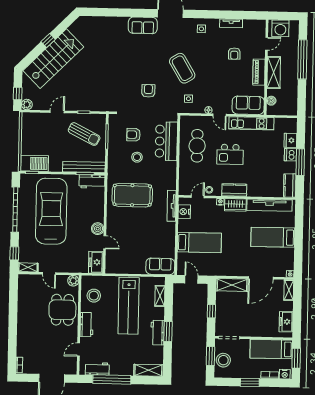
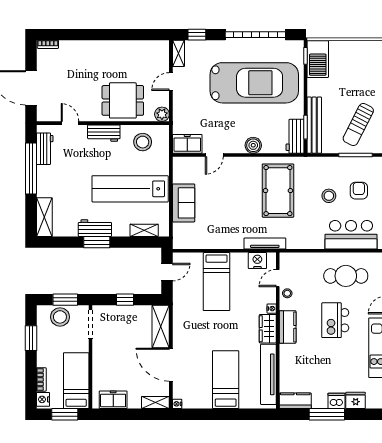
door: (198, 197) -> (278, 278), swing flipped
boiler: (98, 229) -> (253, 145), moved
sofa: (160, 266) -> (184, 203), moved
window: (250, 382) -> (31, 338), moved

